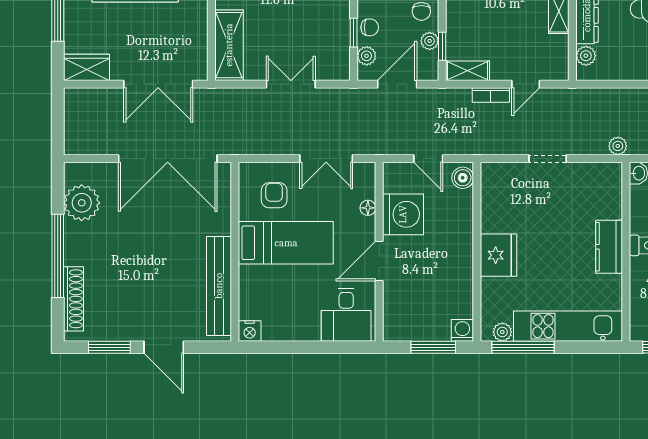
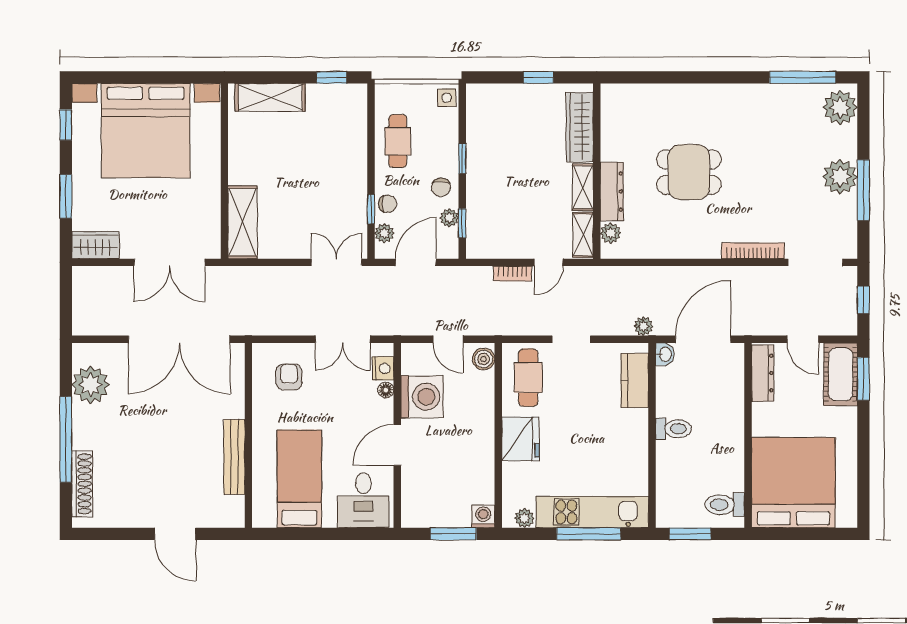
shelving: (467, 71) -> (583, 235), moved, turned 90
double door: (291, 84) -> (336, 262), moved
cafe table: (506, 196) -> (528, 378), added
bed: (286, 243) -> (299, 479), moved, turned -90
kitchen counter: (609, 247) -> (635, 381), moved
bench: (219, 286) -> (234, 457), width x0.73, depth x0.82
nightstand: (250, 331) -> (383, 368), moved, turned -90
window: (109, 347) -> (119, 534), removed
window: (523, 347) -> (589, 534), moved

